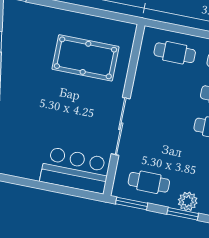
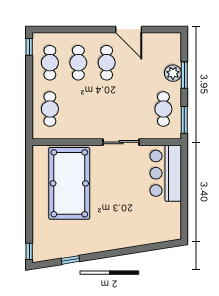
pool table: (85, 58) -> (69, 183), width x1.36, depth x1.32
sliding door: (121, 126) -> (121, 142), width x0.73

